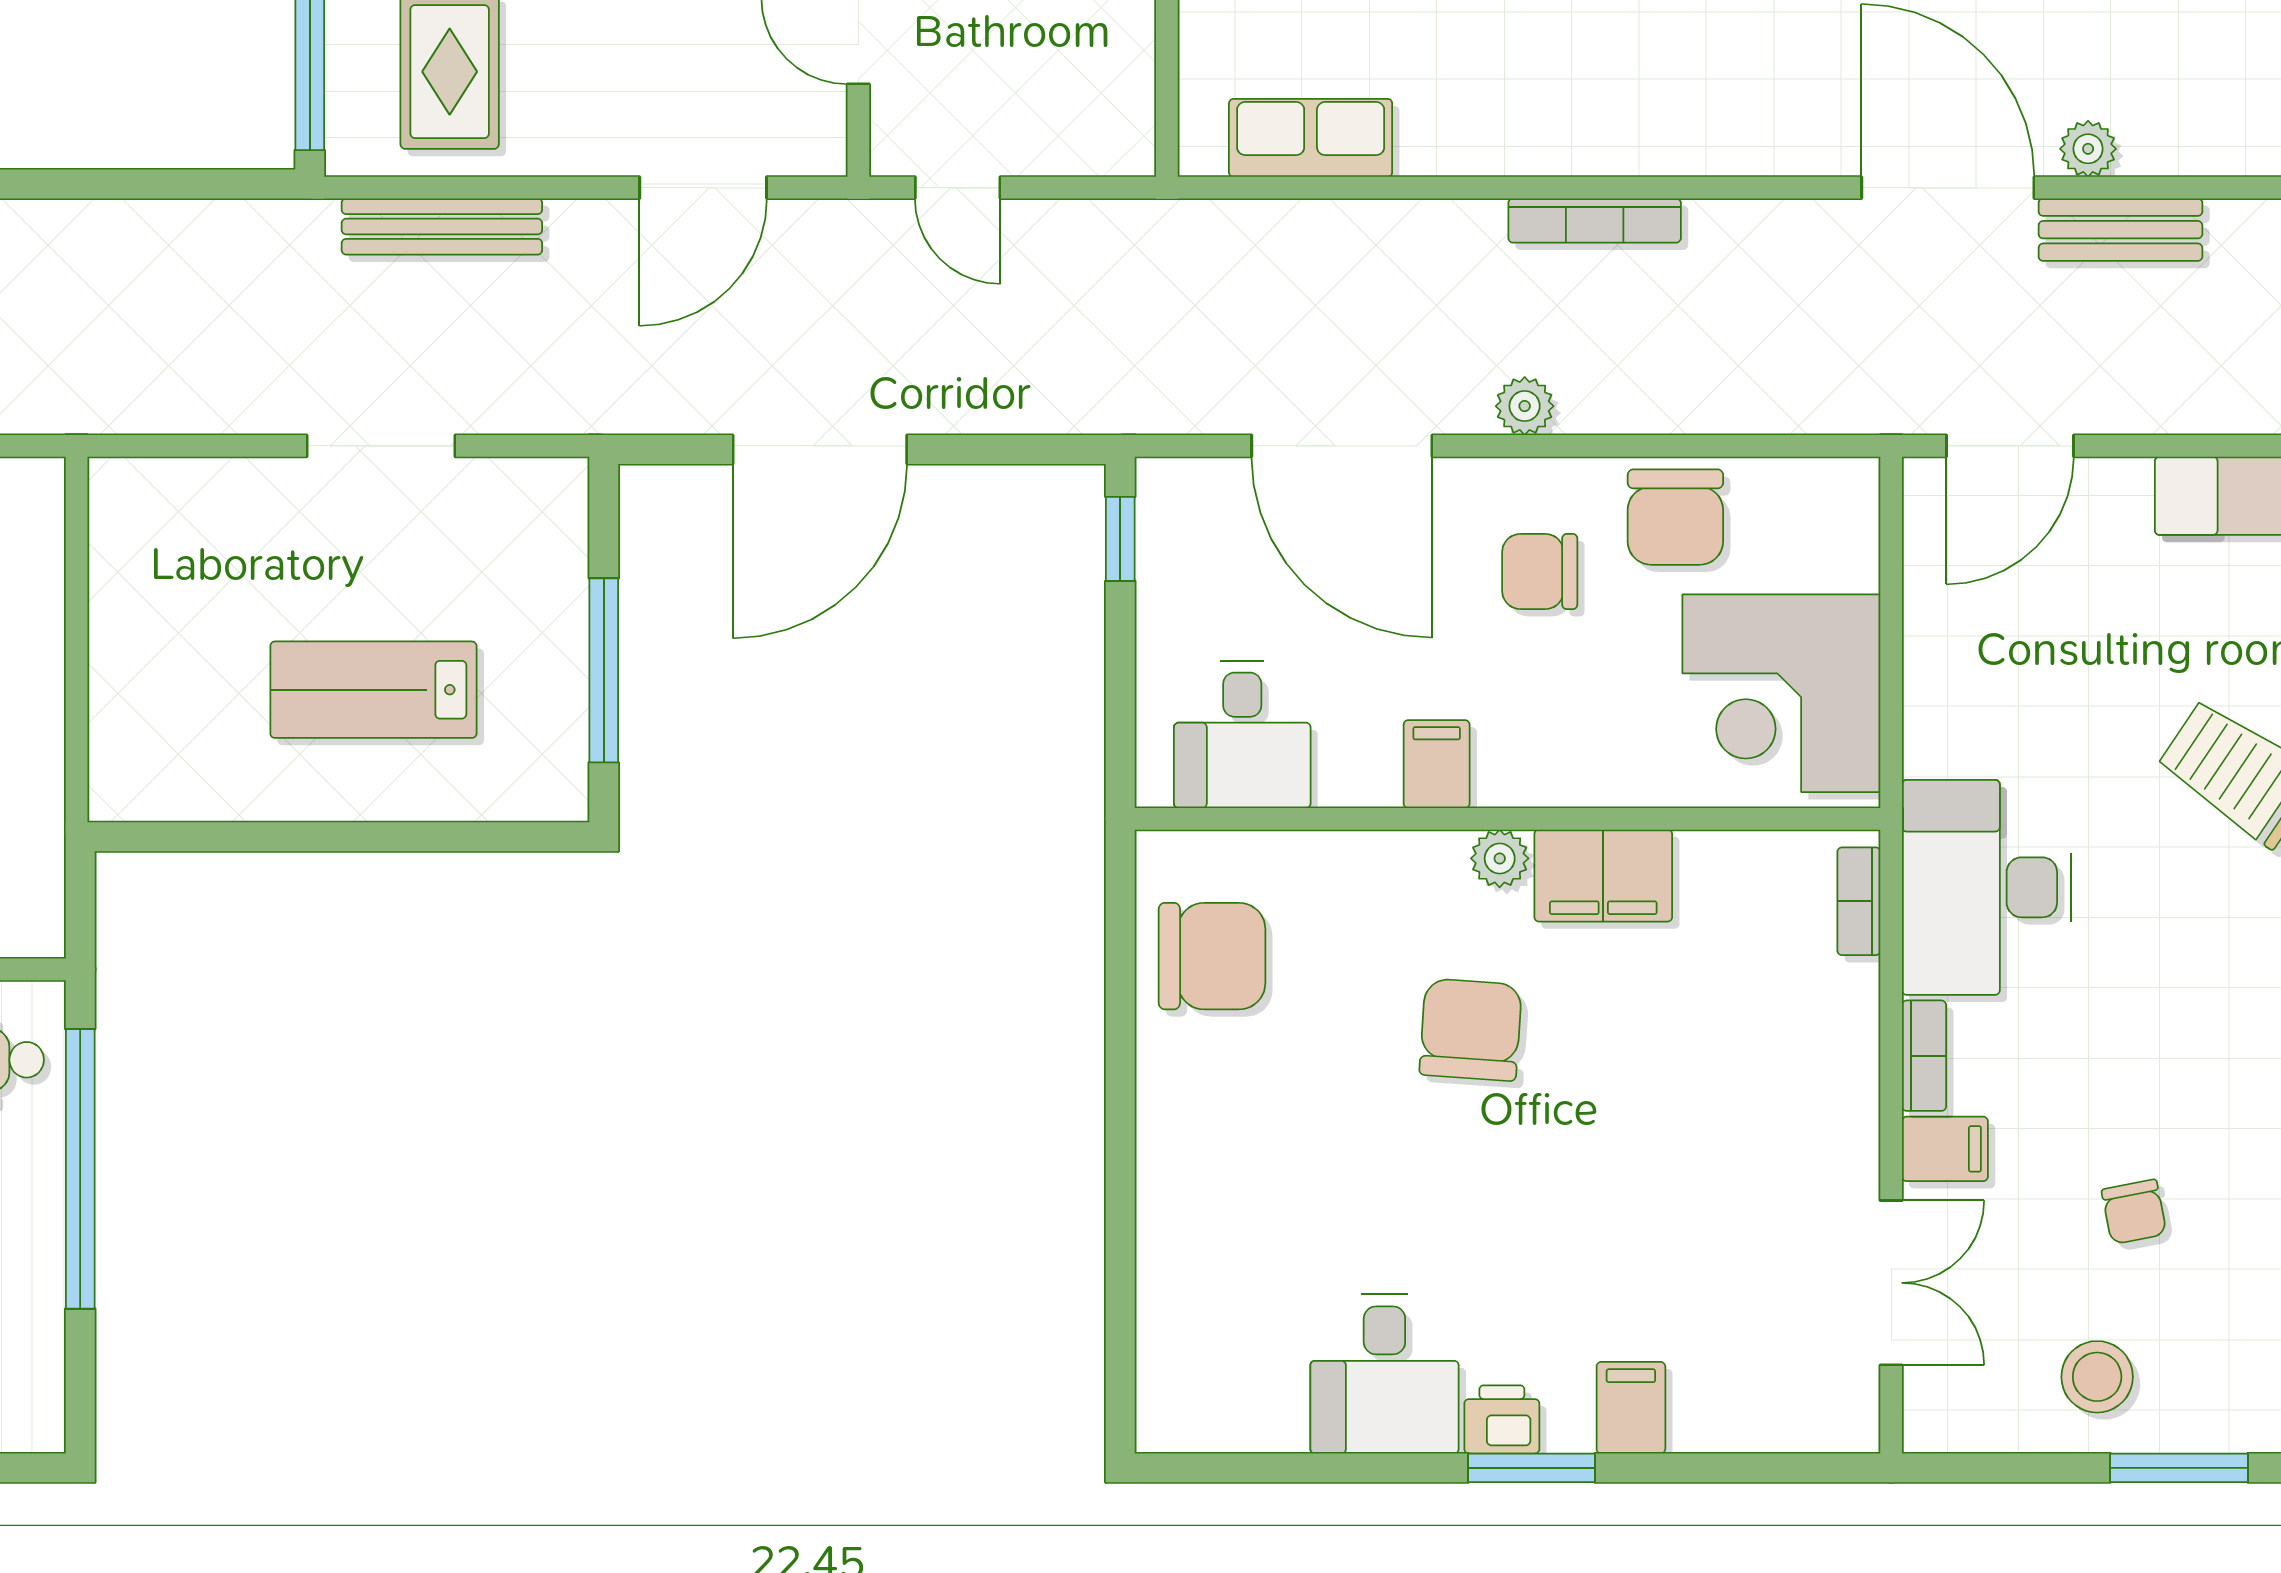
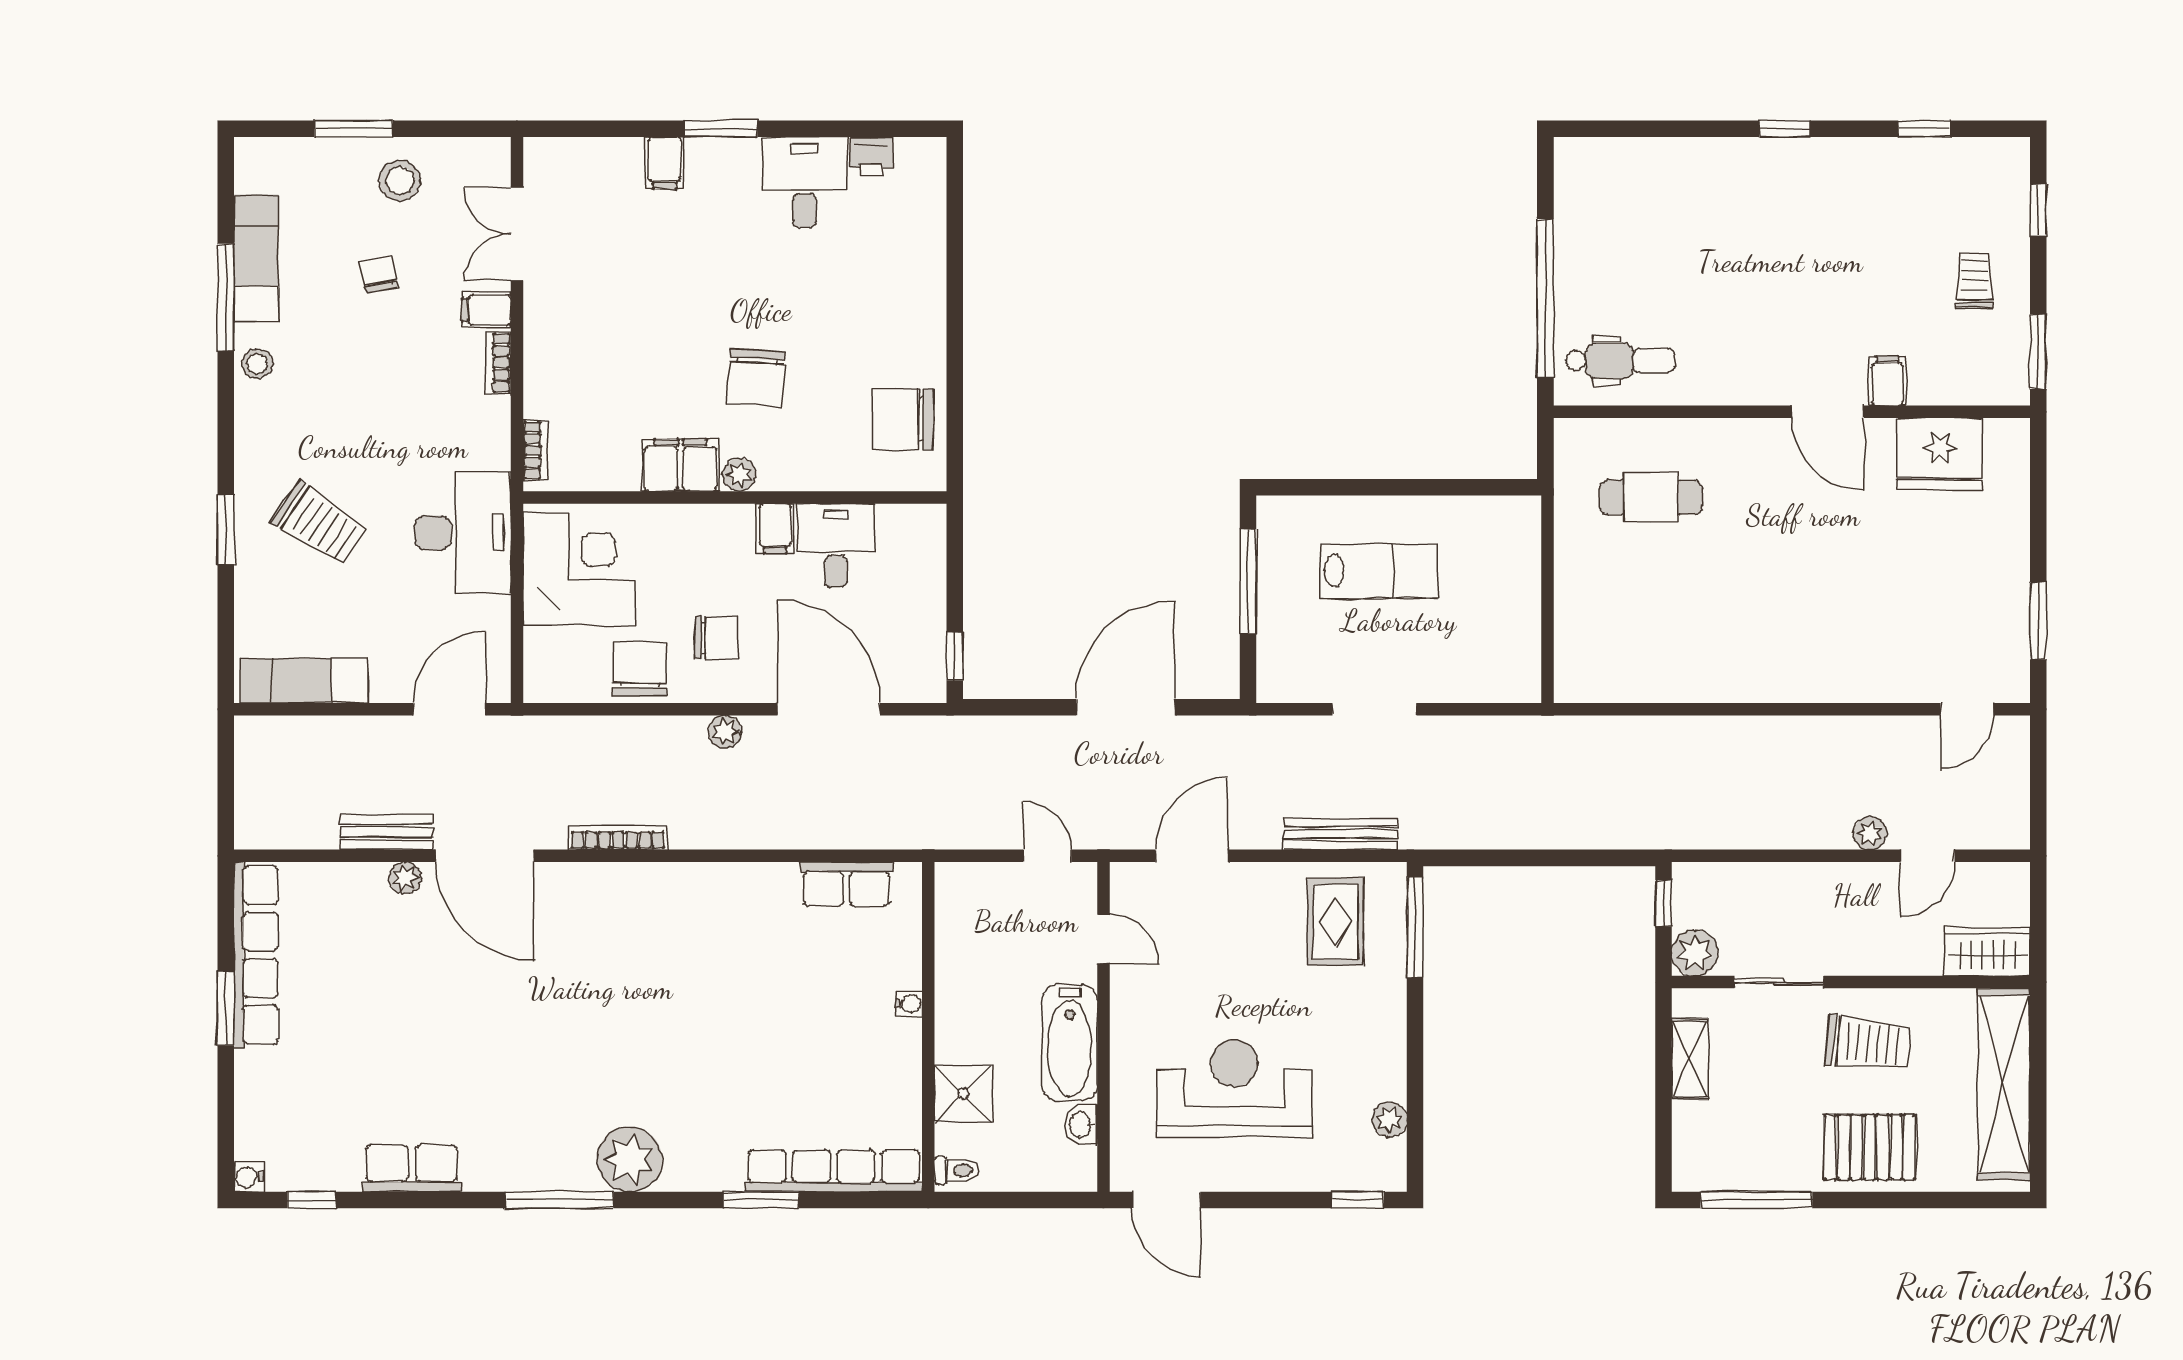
bookcase: (1595, 221) -> (618, 837), moved
desk: (1242, 734) -> (836, 545), moved
desk: (1986, 887) -> (463, 533), moved
printer: (1502, 1419) -> (871, 156), moved

